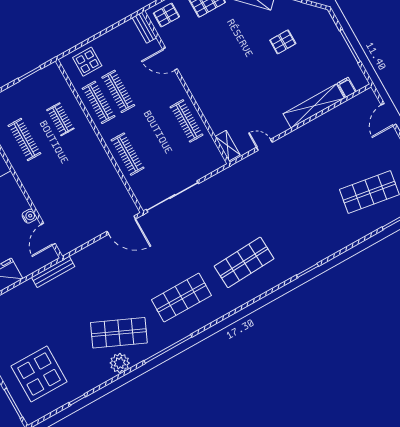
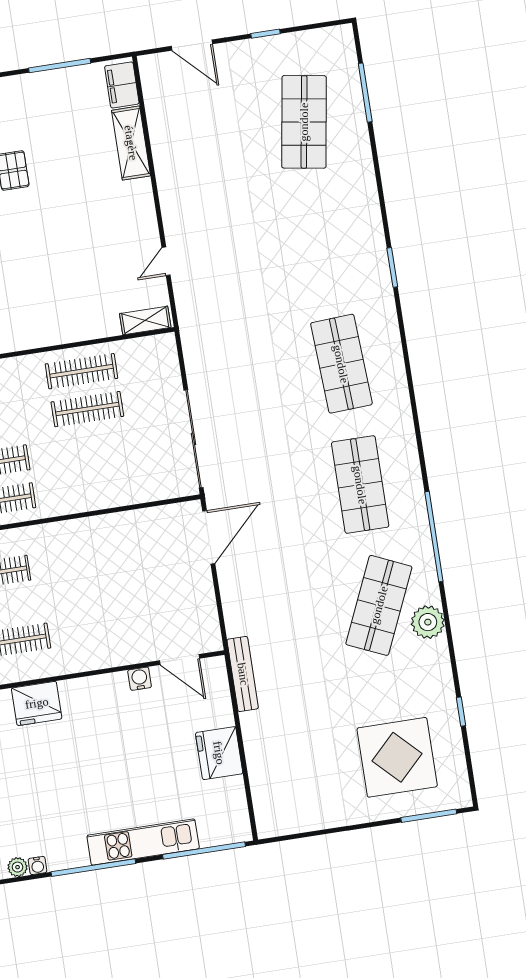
filing cabinet: (347, 87) -> (122, 85), width x2.00
shelving: (314, 106) -> (131, 143), width x0.68
clothes rail: (128, 154) -> (87, 409), moved

